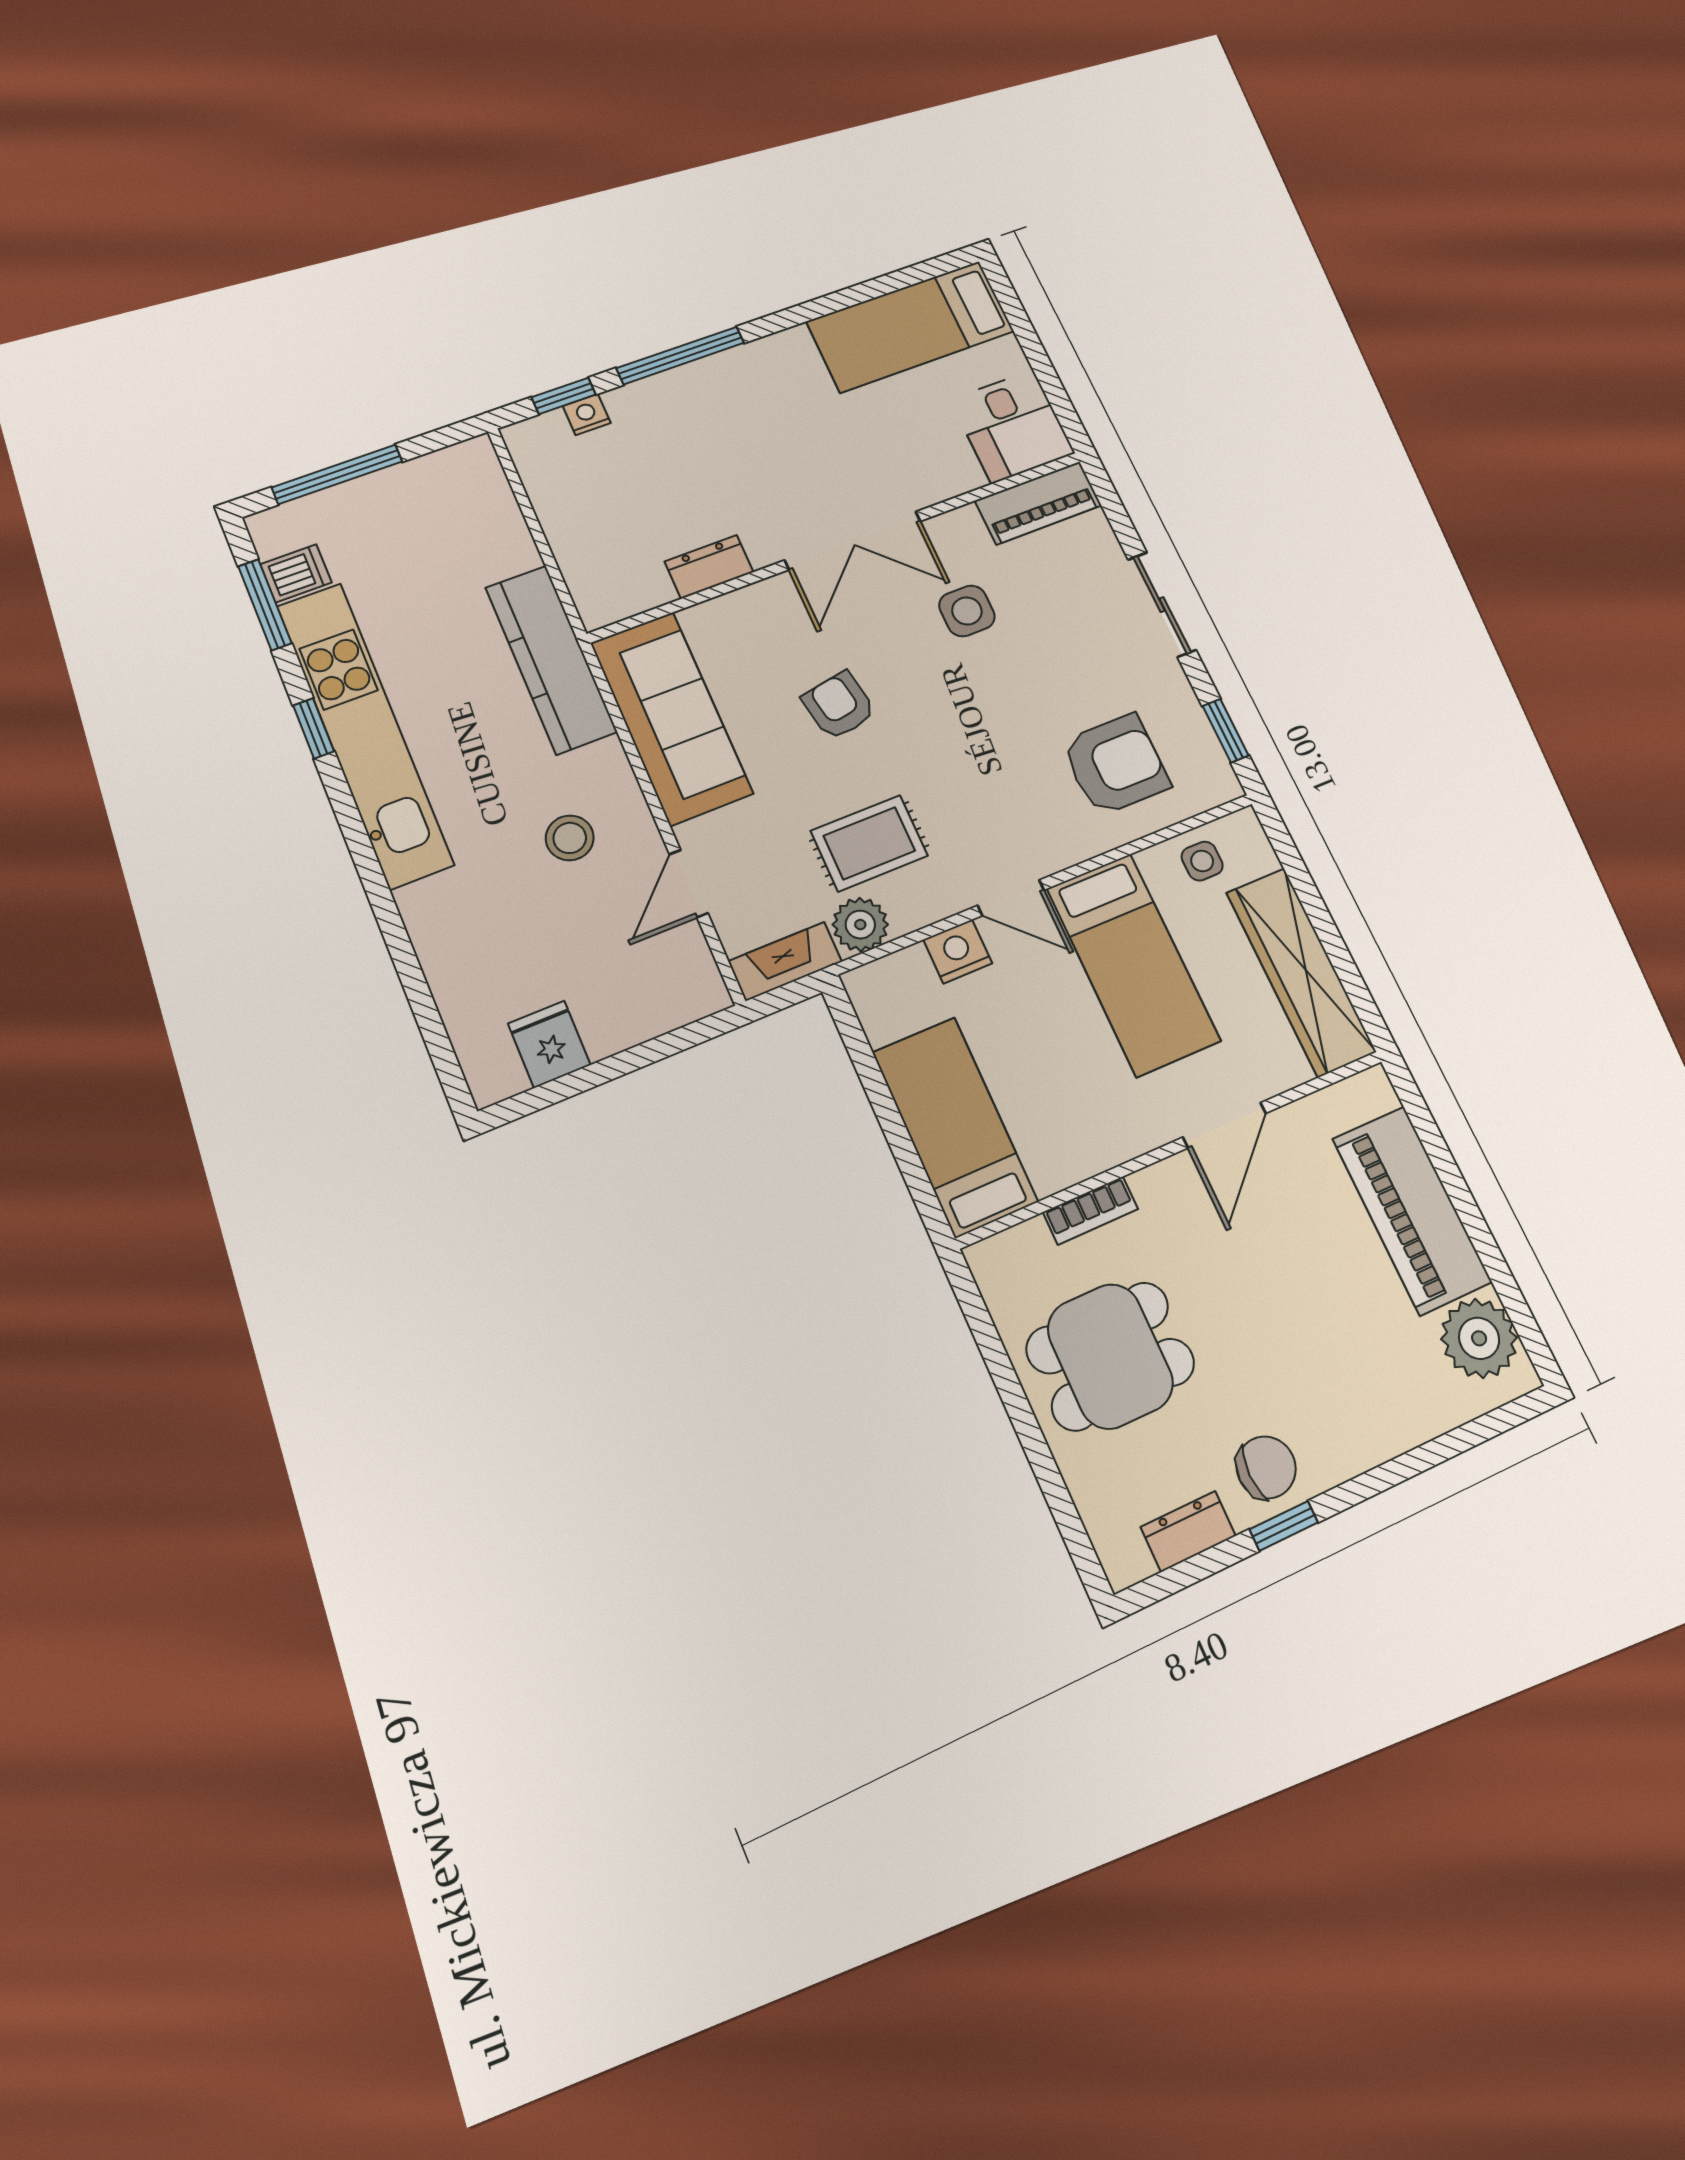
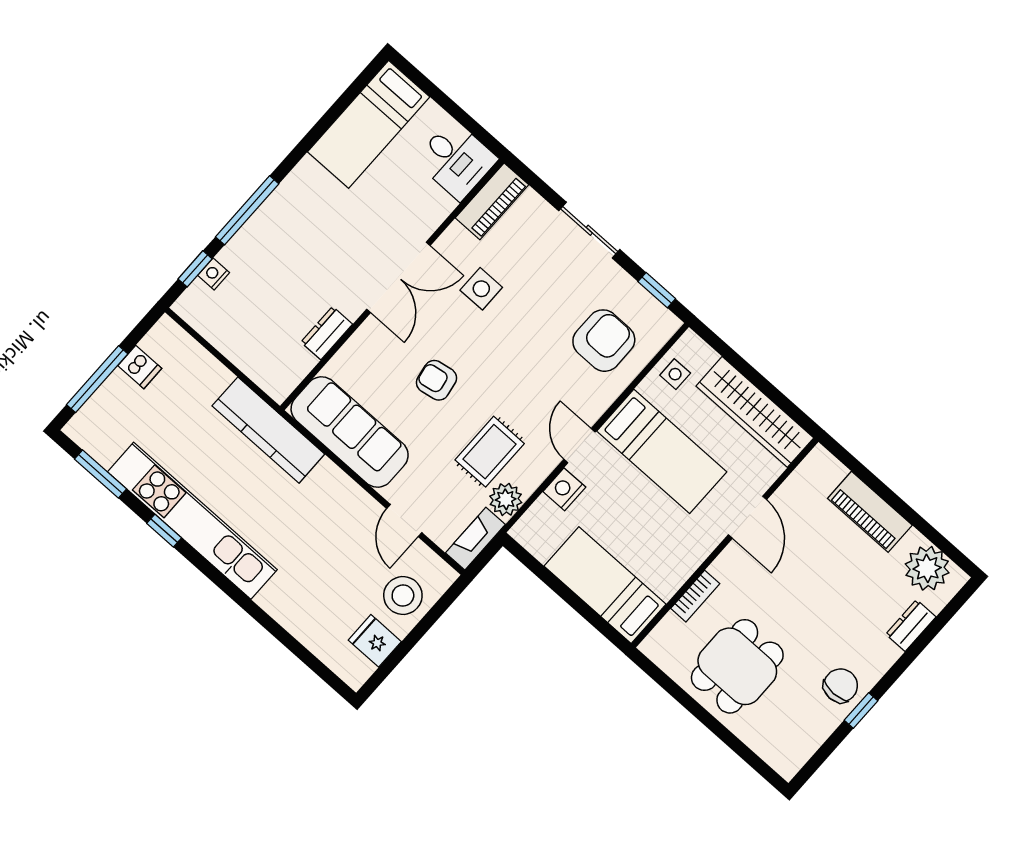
dishwasher: (296, 573) -> (140, 367), moved, turned 90
stool: (570, 838) -> (403, 595), moved, width x1.38, depth x1.38
door: (1011, 898) -> (580, 446), swing flipped
piano: (1412, 1210) -> (870, 512), width x0.73, depth x0.75
dresser: (1188, 1531) -> (911, 625), moved

